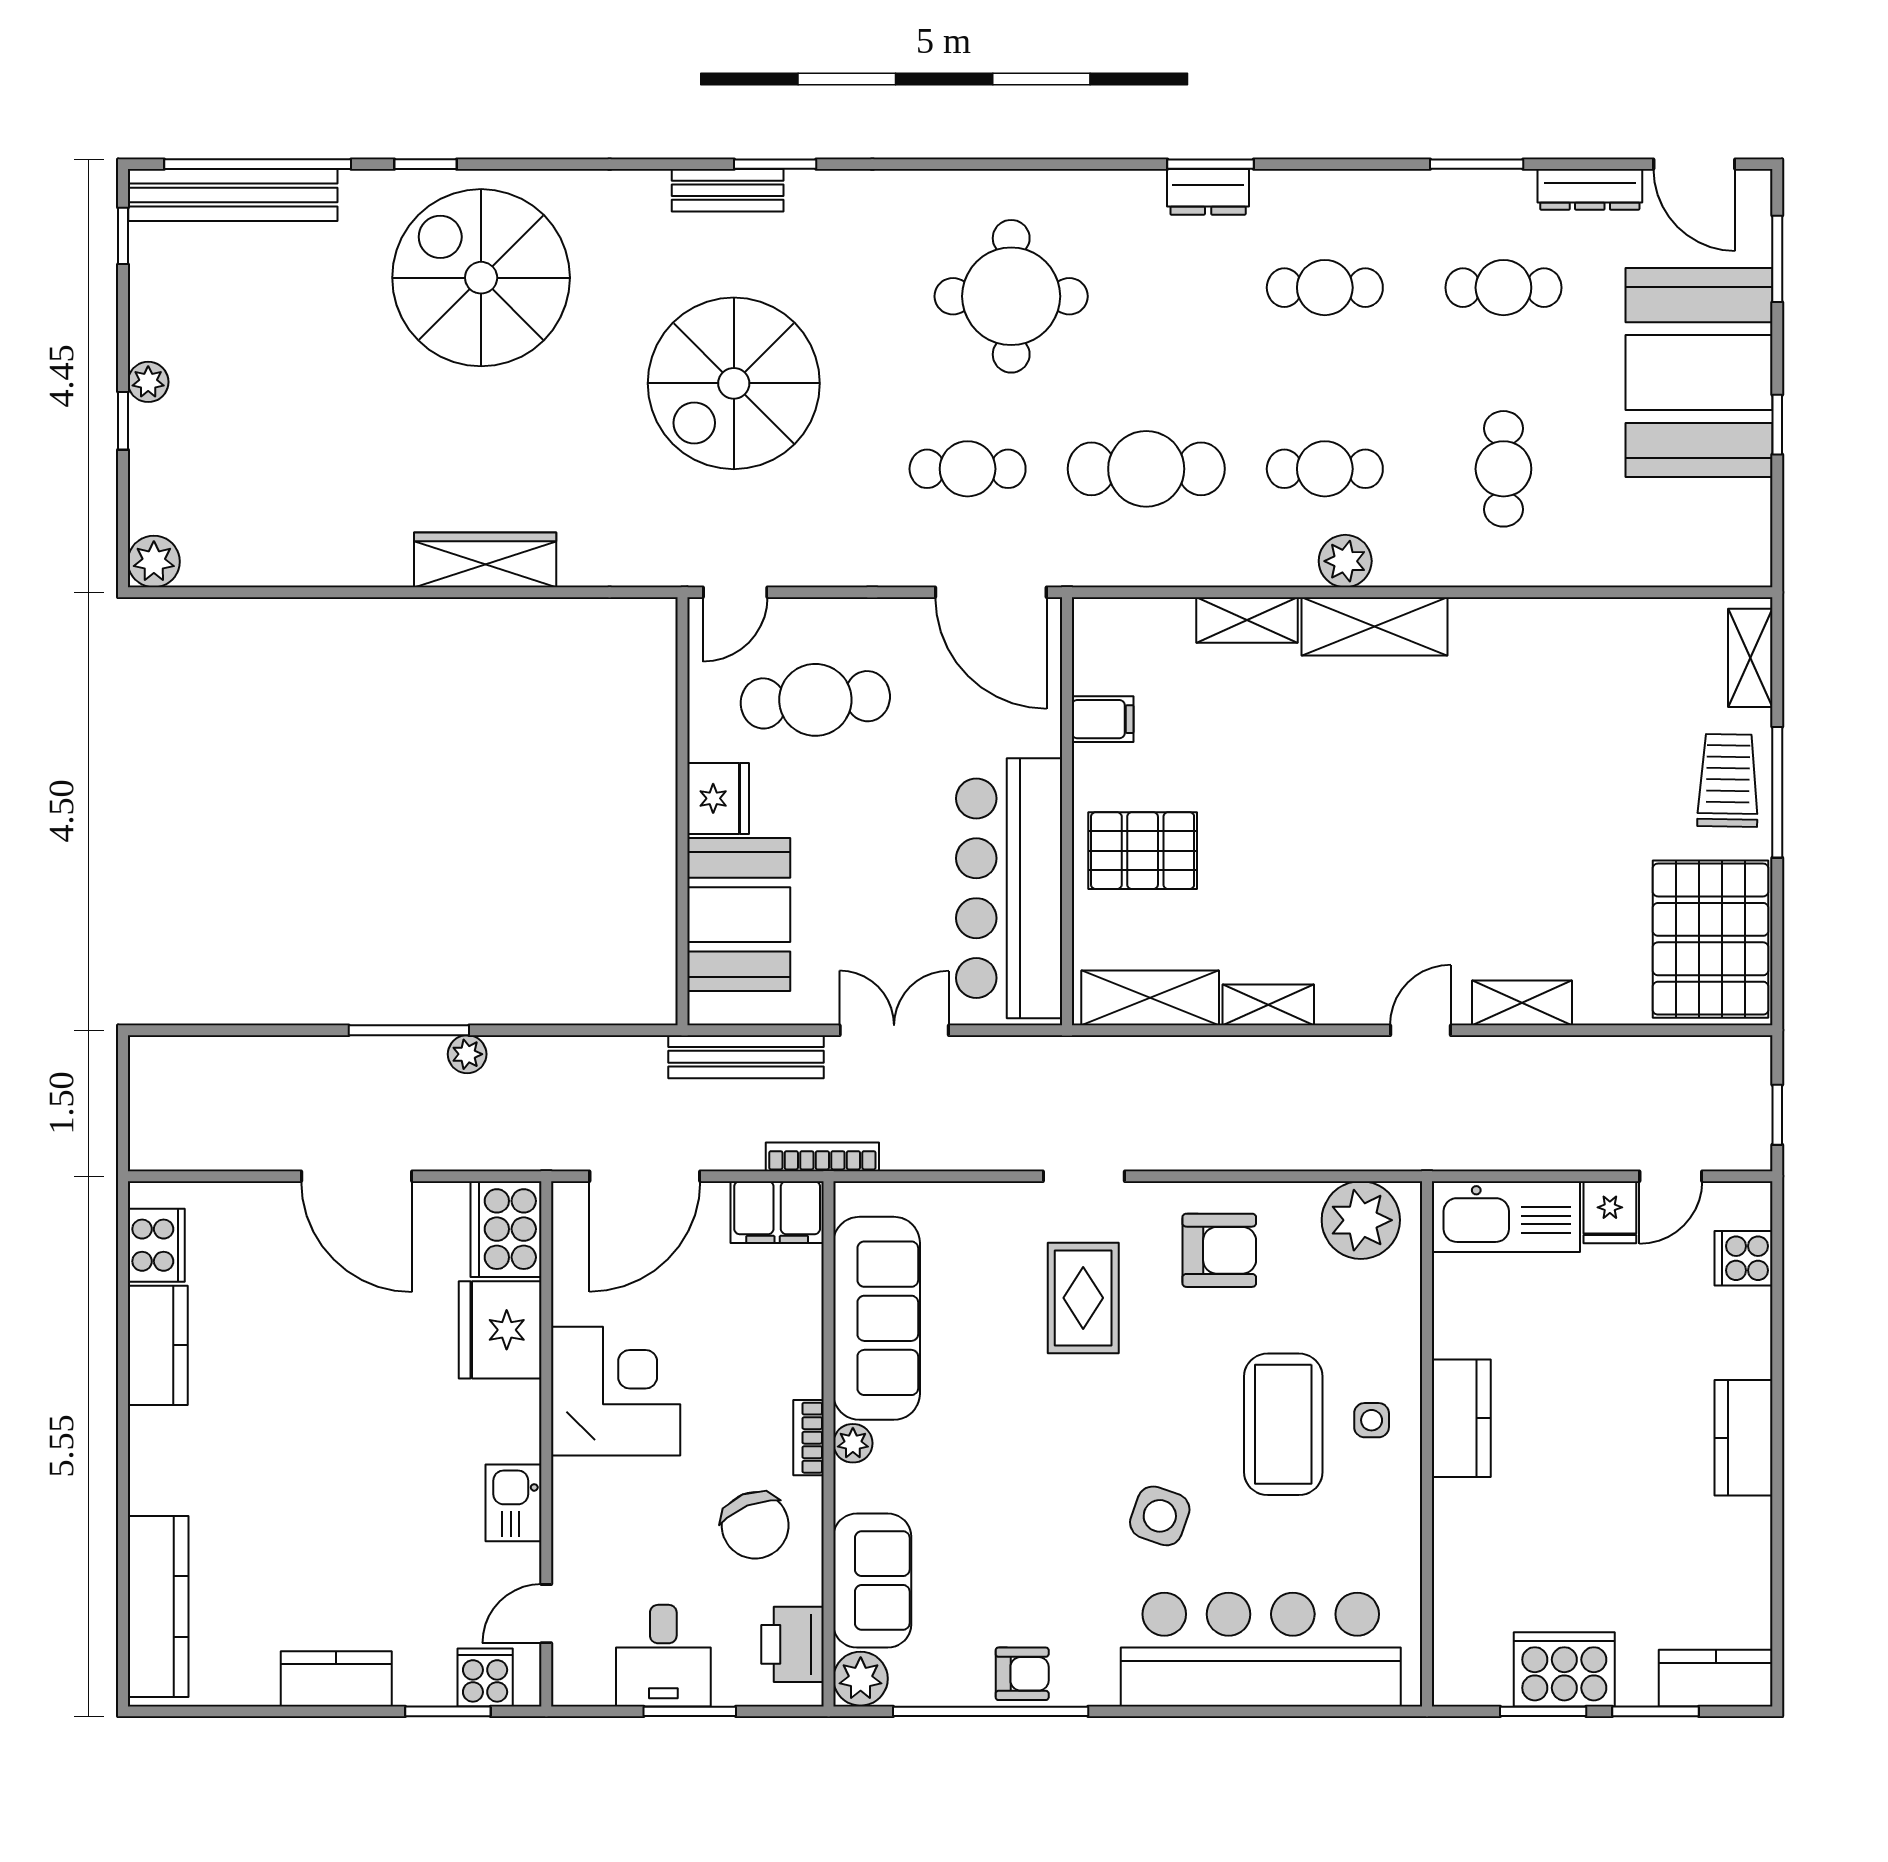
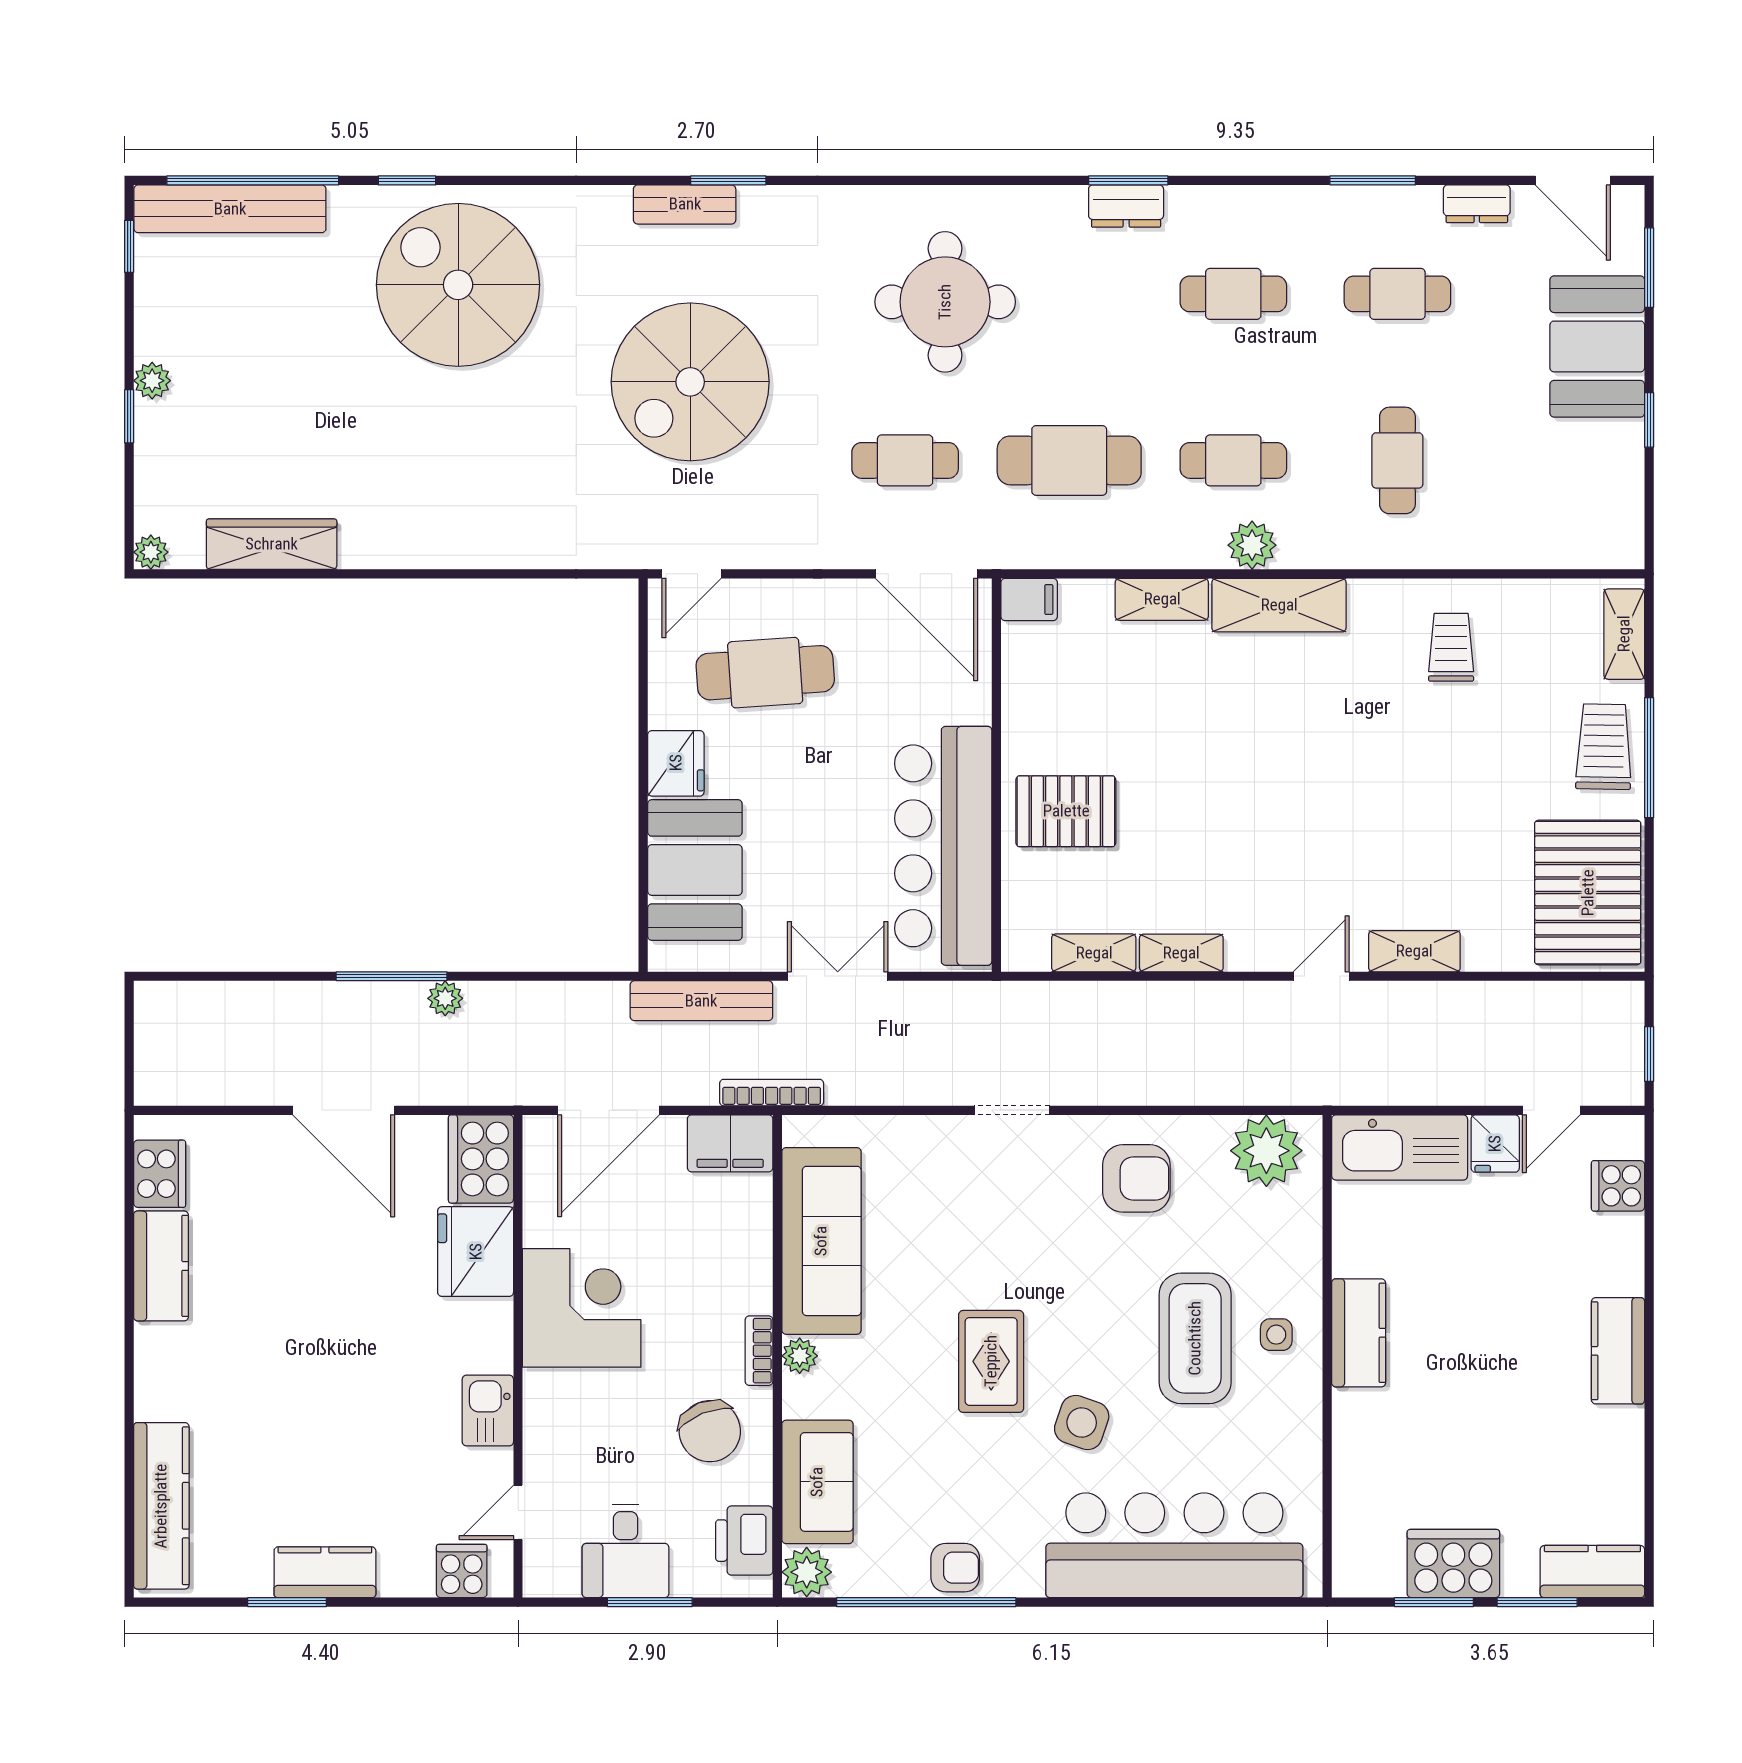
dresser: (1590, 189) -> (1477, 204), width x0.70
booth: (1699, 373) -> (1597, 346), width x0.73, depth x0.70
wardrobe: (485, 560) -> (272, 544), moved
plant: (154, 562) -> (151, 552), width x0.73, depth x0.73
trolley: (1562, 672) -> (1451, 647), added
filing cabinet: (1103, 719) -> (1029, 600), moved
shelving: (1150, 998) -> (1094, 953), width x0.67, depth x0.75
rug: (1083, 1298) -> (991, 1361), moved
window: (448, 1711) -> (287, 1602), moved

